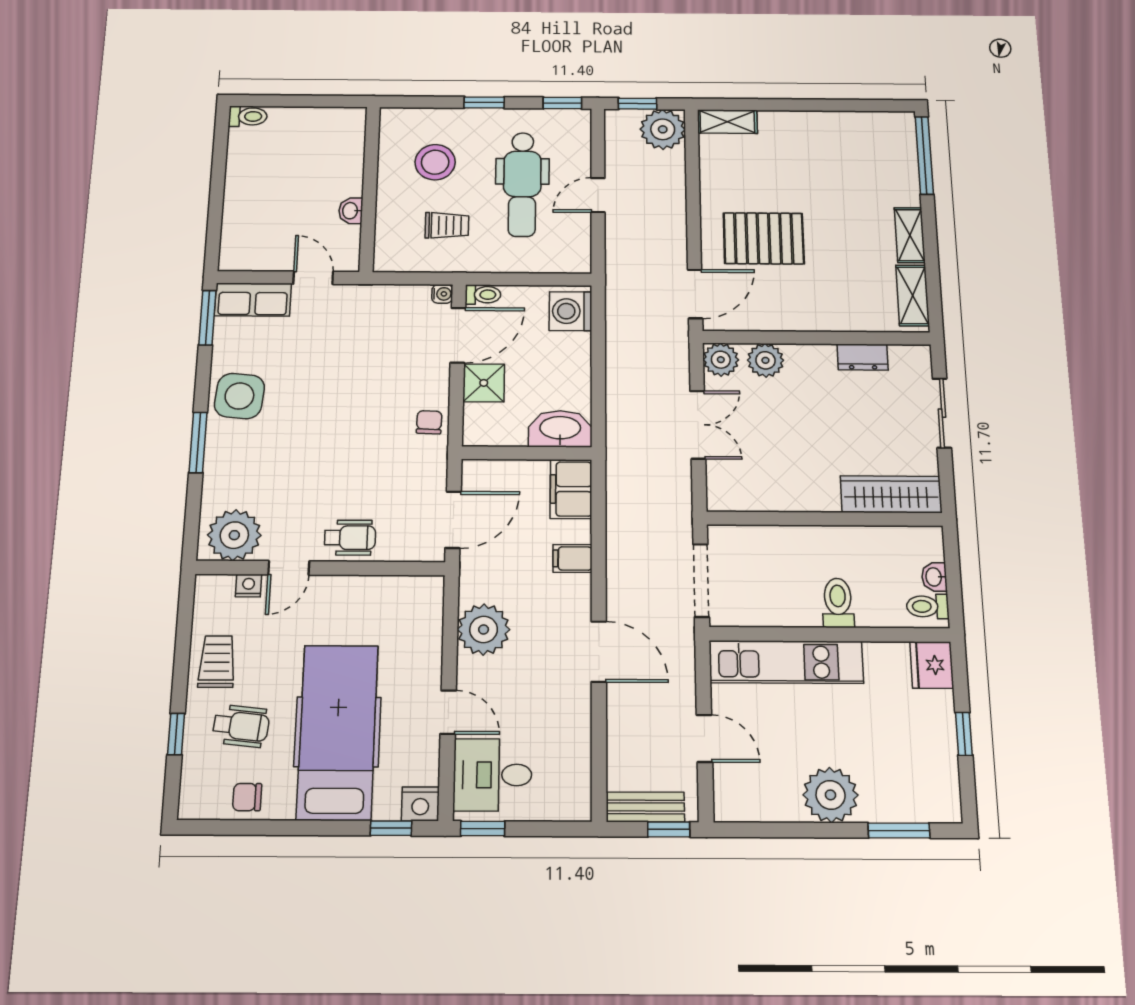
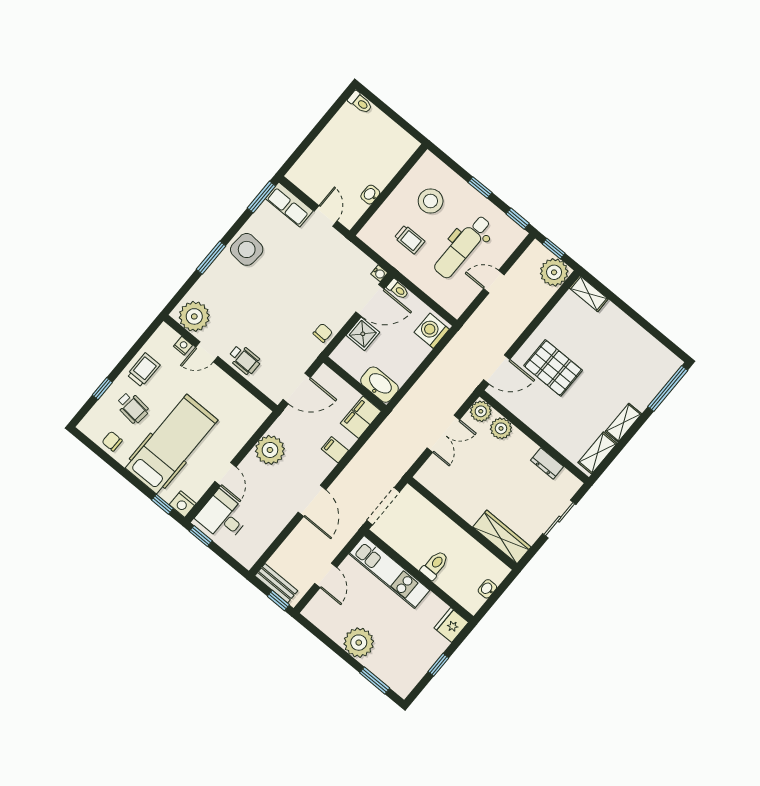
toilet: (928, 606) -> (473, 599), removed

